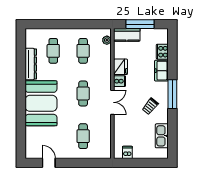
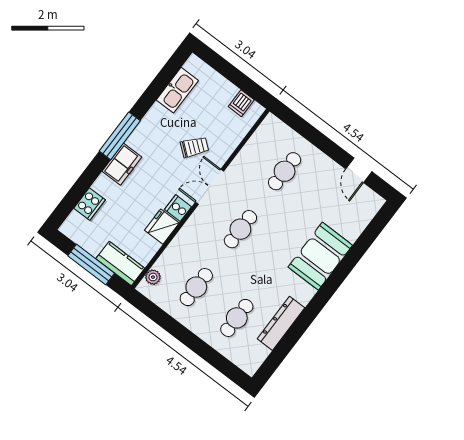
freezer: (161, 71) -> (122, 164), moved
booth: (41, 103) -> (320, 256), width x0.73, depth x0.70
trolley: (150, 106) -> (195, 147), moved

